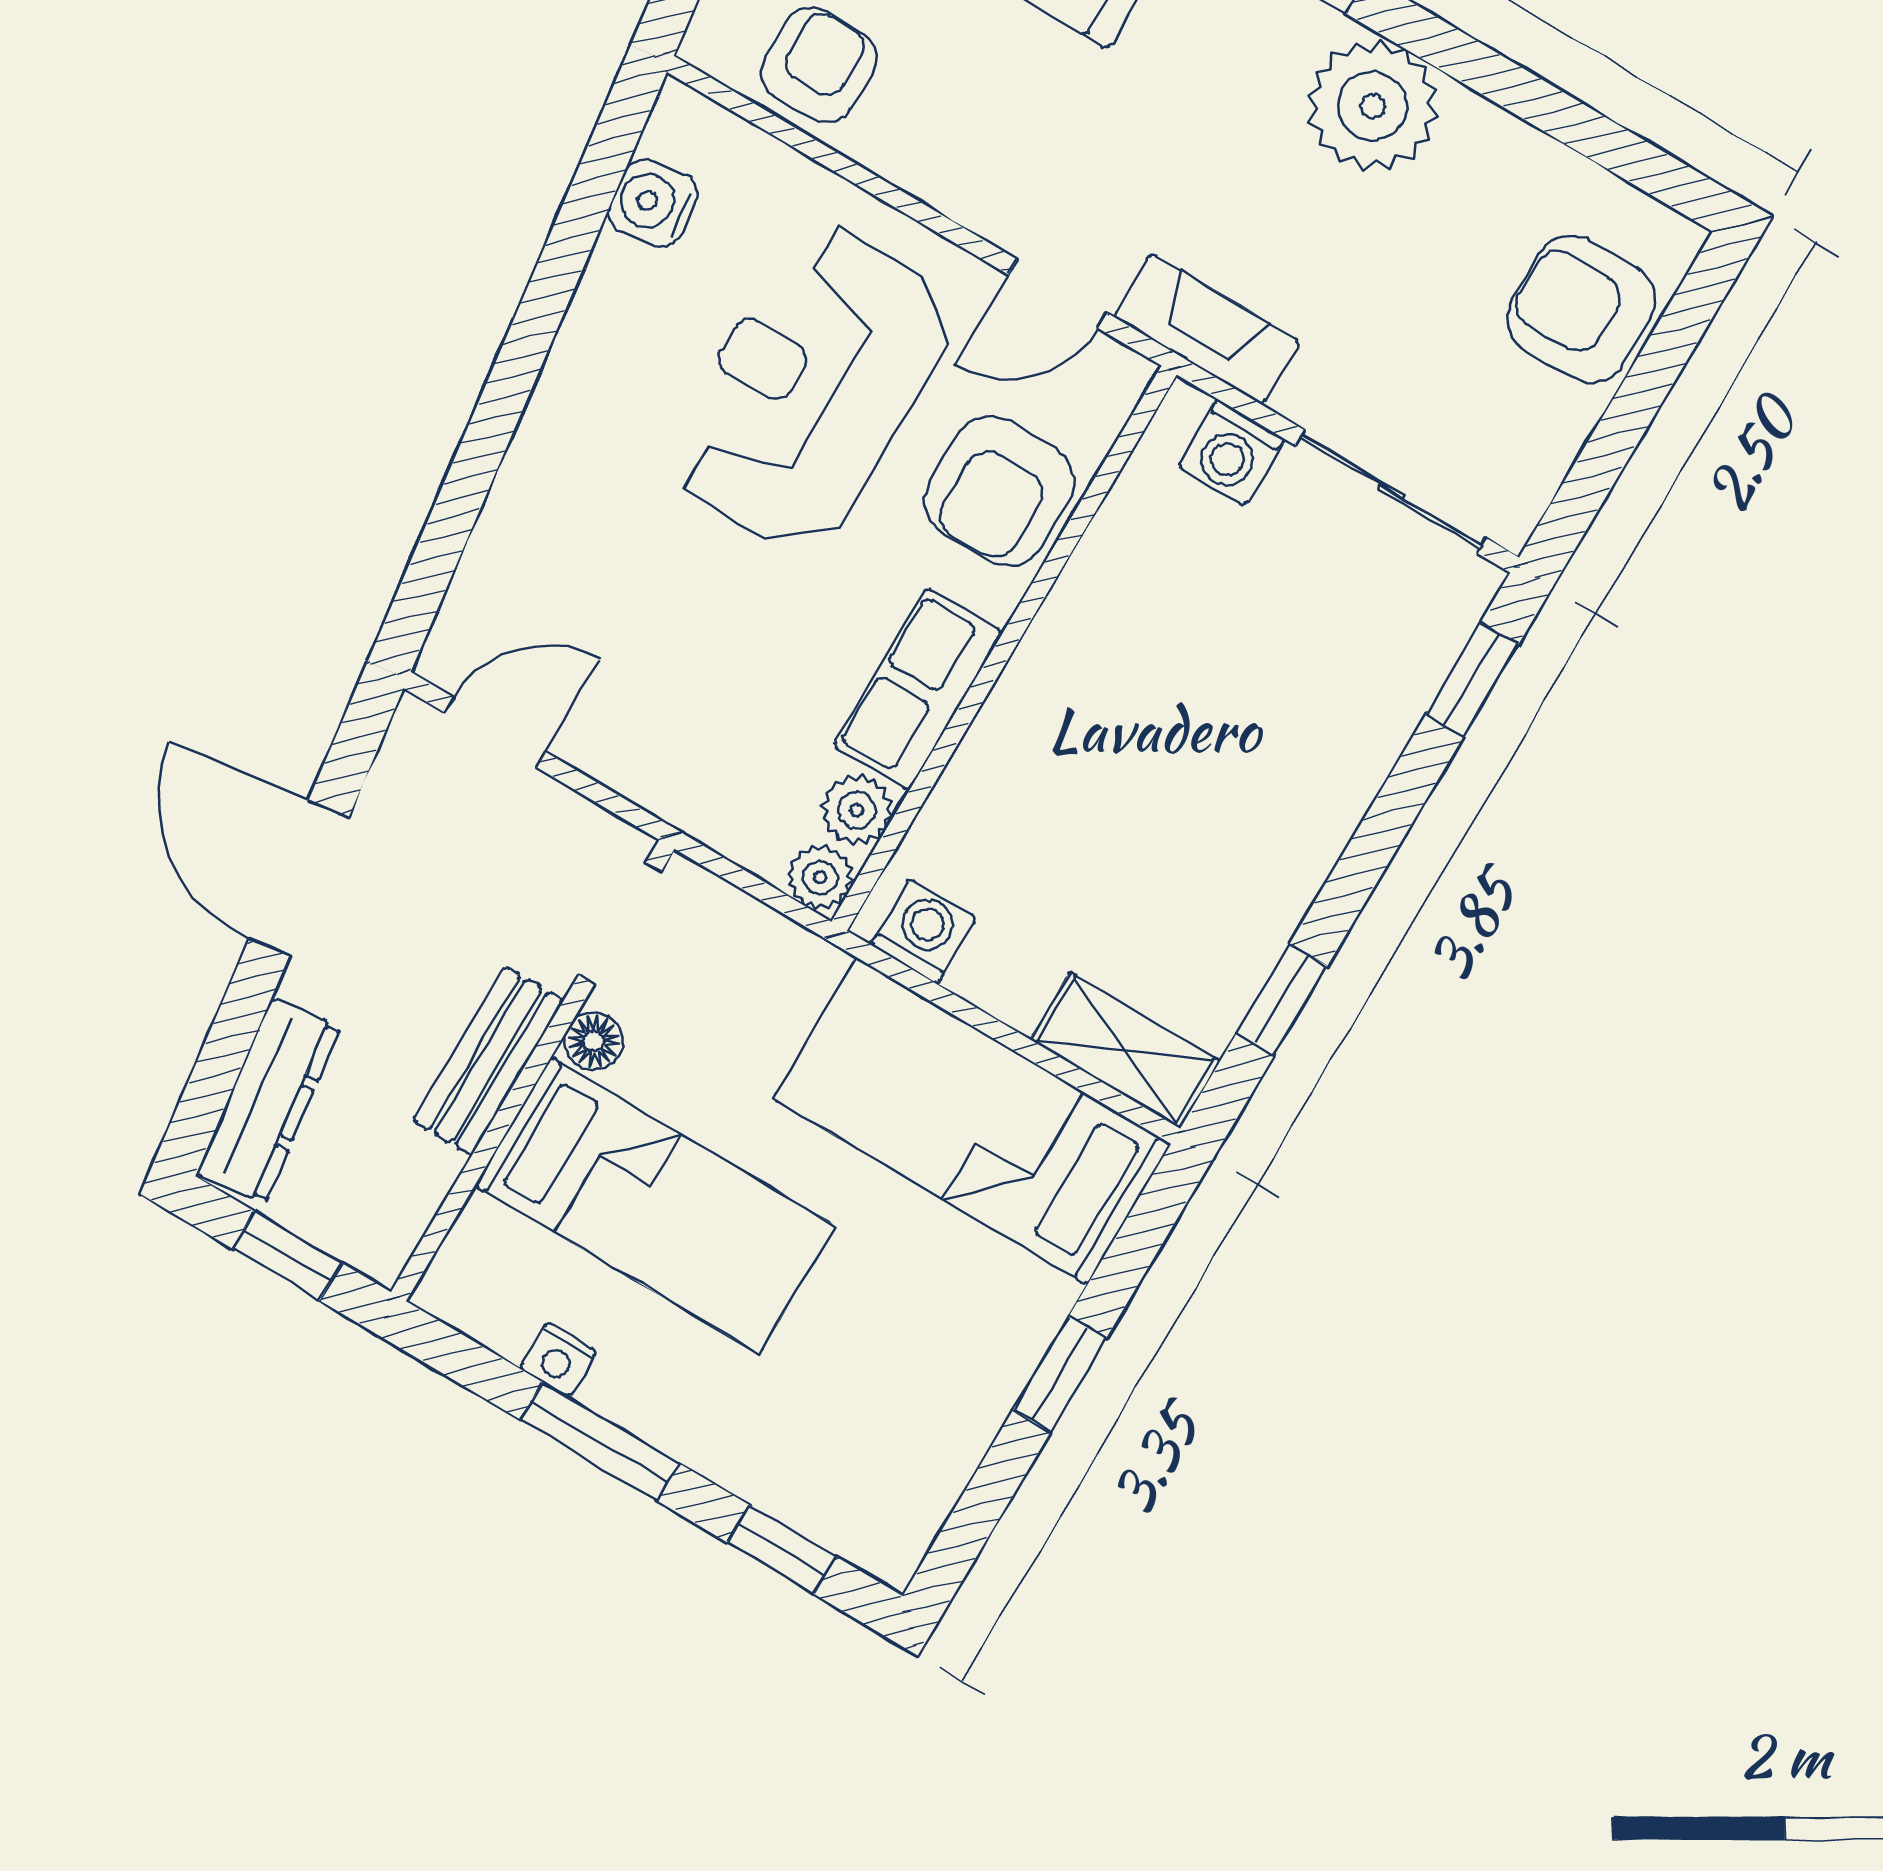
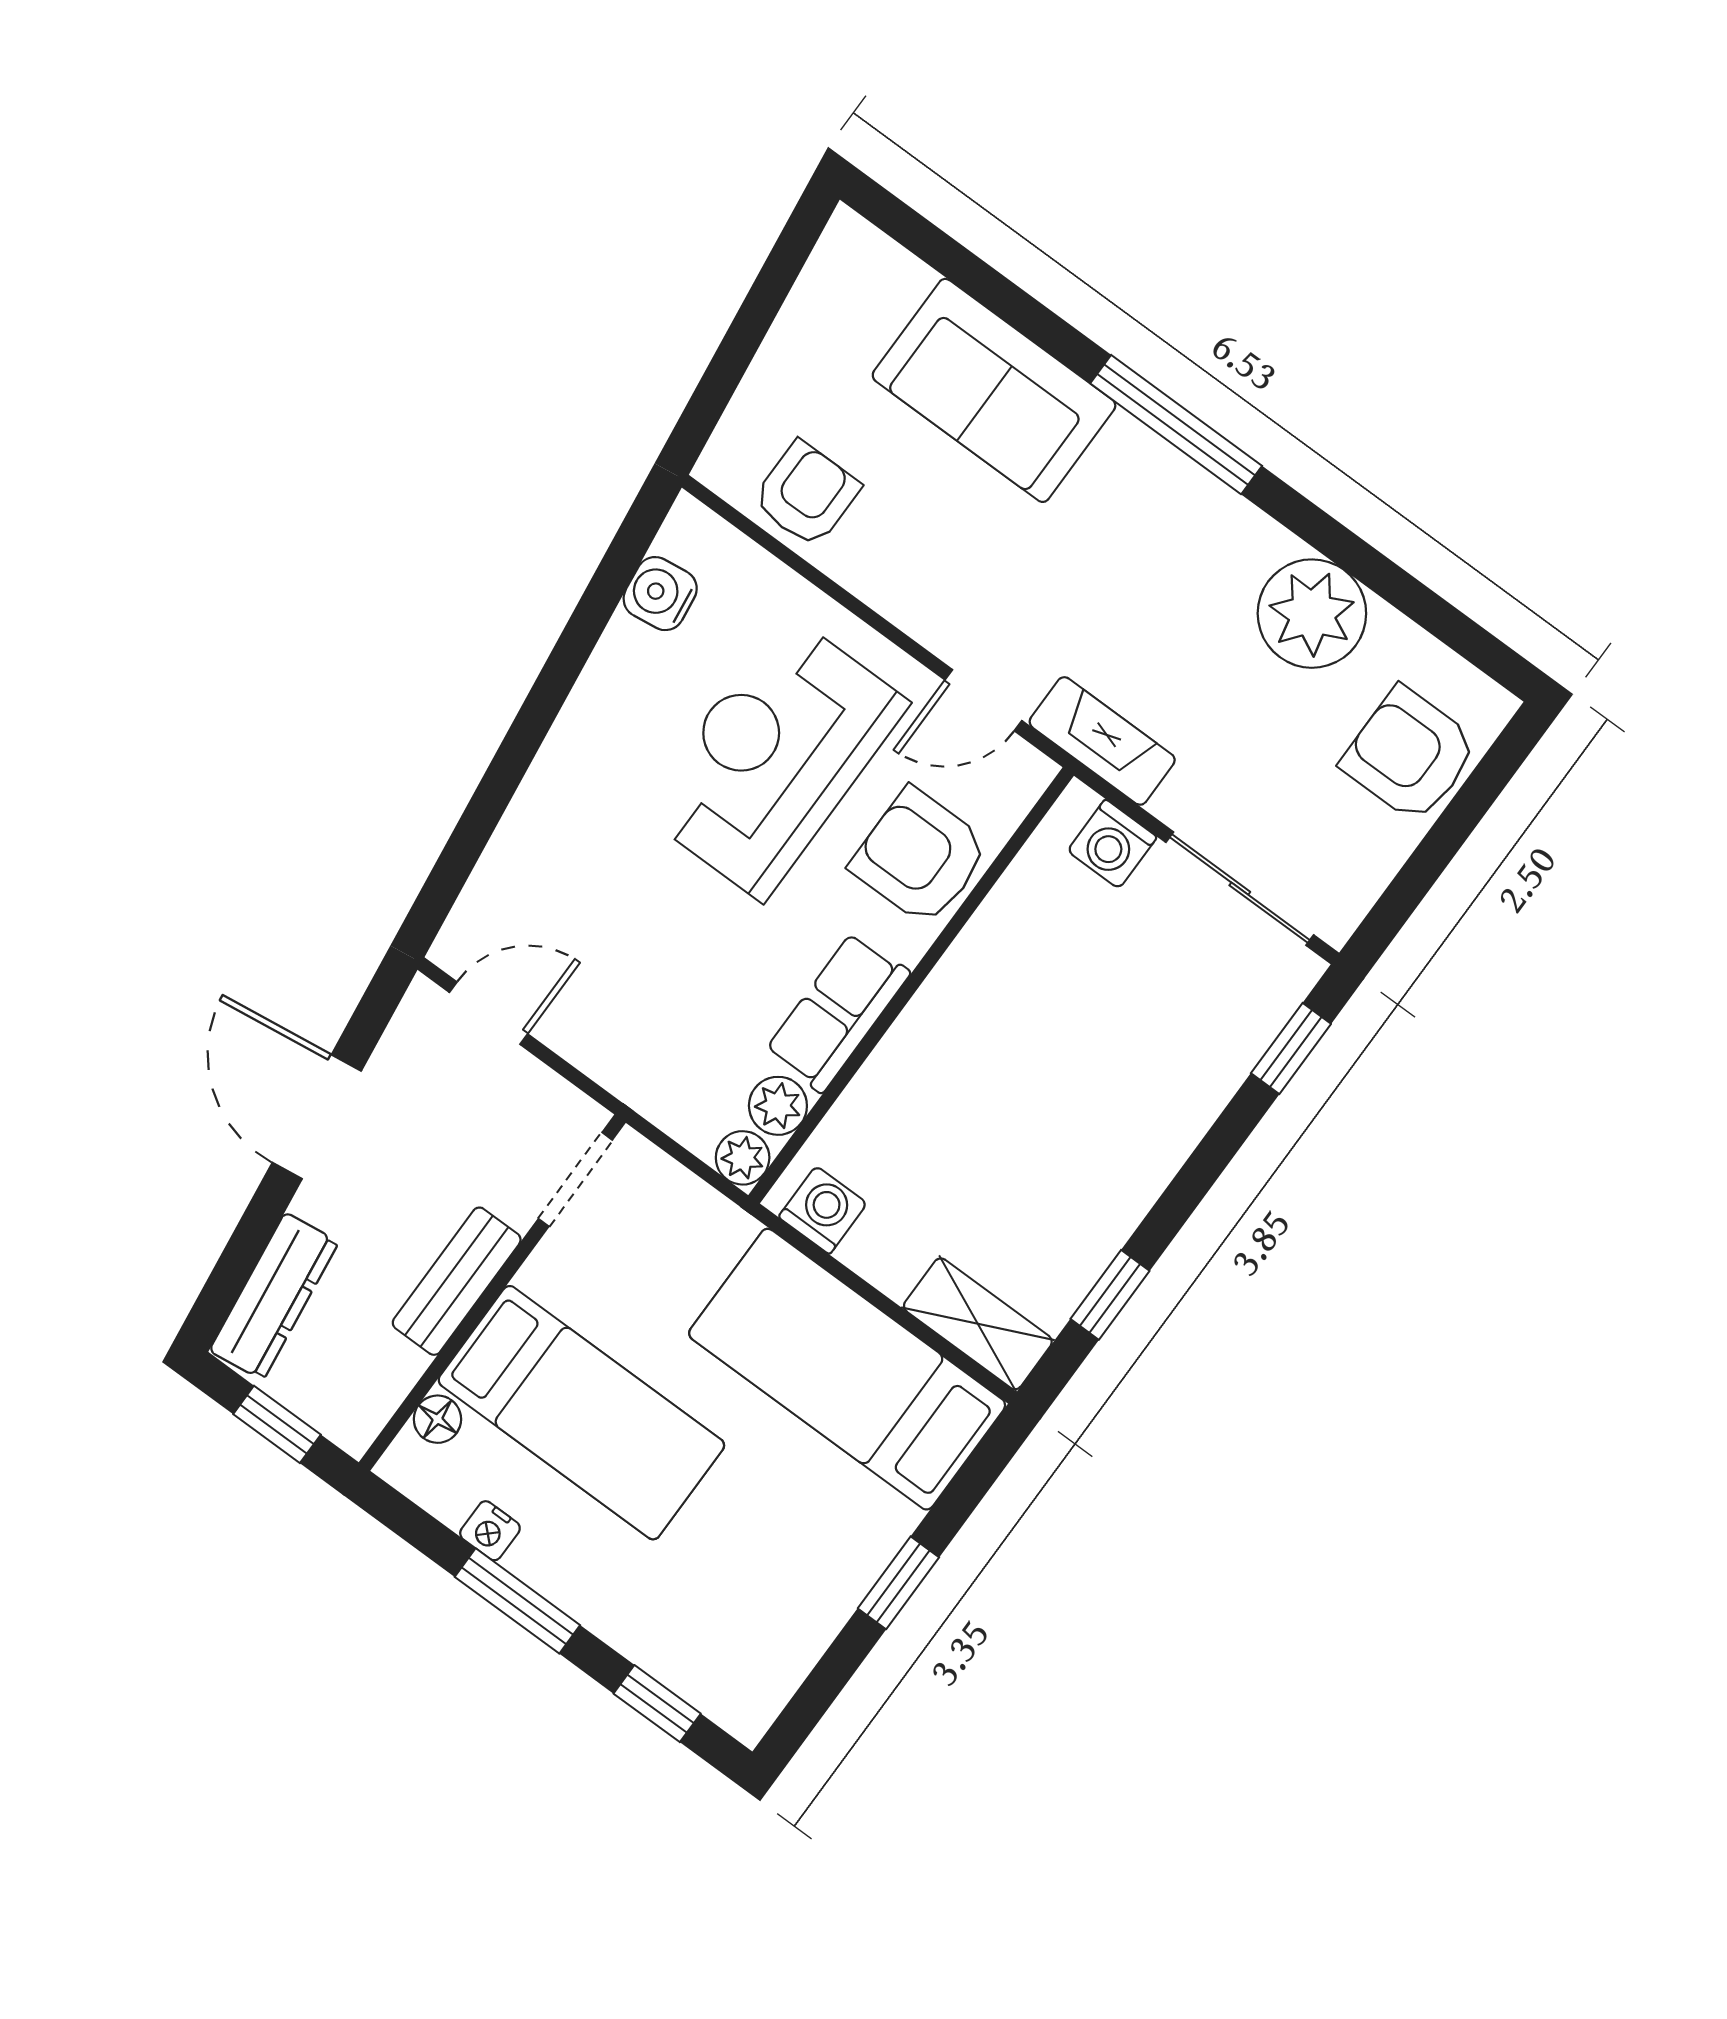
plant: (1373, 106) -> (1312, 614), moved
armchair: (999, 491) -> (920, 857), turned 90
floor lamp: (594, 1041) -> (437, 1419), moved

